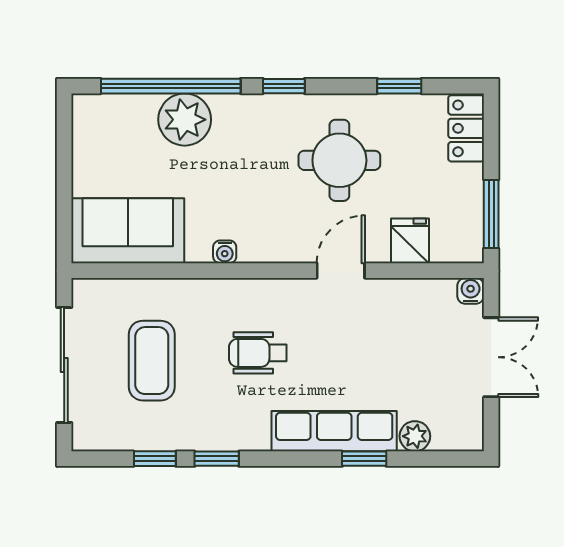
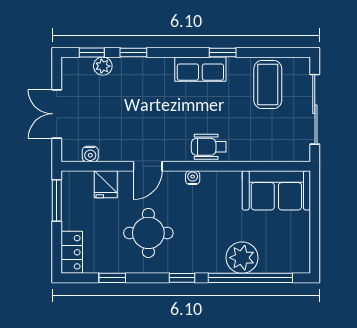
water cooler: (225, 252) -> (193, 178), moved
water cooler: (471, 291) -> (90, 154), moved
wheelchair: (258, 353) -> (209, 147), moved, turned 180
coffee table: (152, 361) -> (268, 85), moved
row of seats: (334, 431) -> (200, 69), moved, width x0.68
window: (155, 459) -> (92, 53), moved

